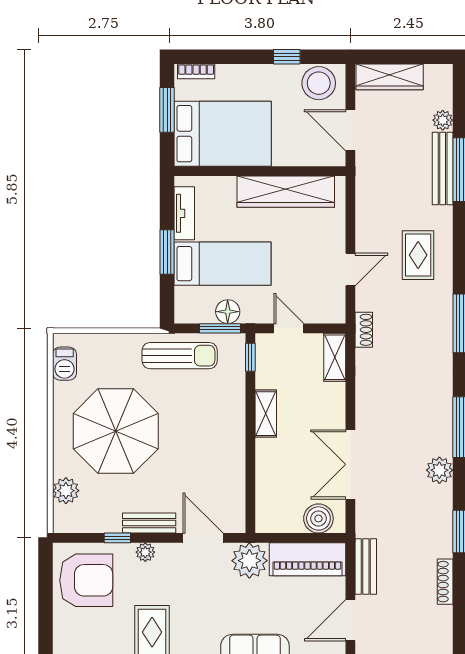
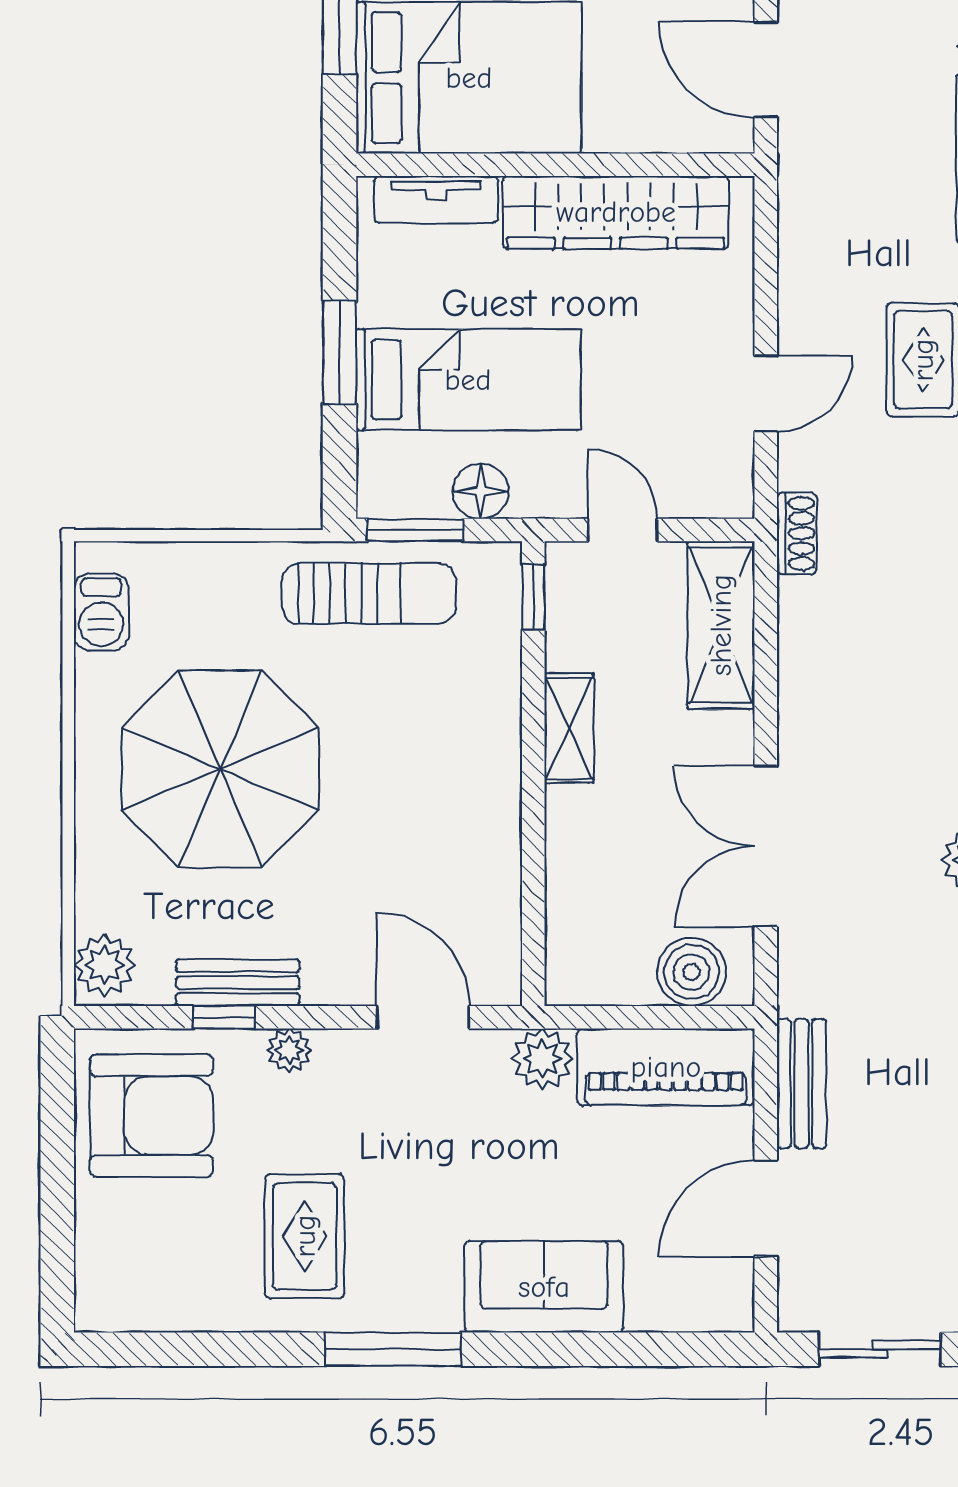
tv unit: (184, 213) -> (436, 199), moved, turned 90
window: (220, 328) -> (415, 530), moved
shelving: (335, 357) -> (721, 625), width x1.50, depth x1.33
plant: (66, 491) -> (104, 965), moved
bench: (149, 523) -> (238, 983), moved
plant: (249, 561) -> (542, 1059), width x0.73, depth x0.73

